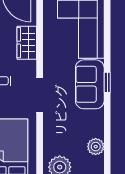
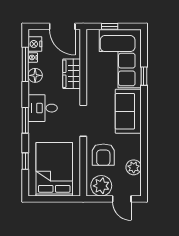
window: (107, 82) -> (144, 76), moved
armchair: (62, 132) -> (103, 155), added

